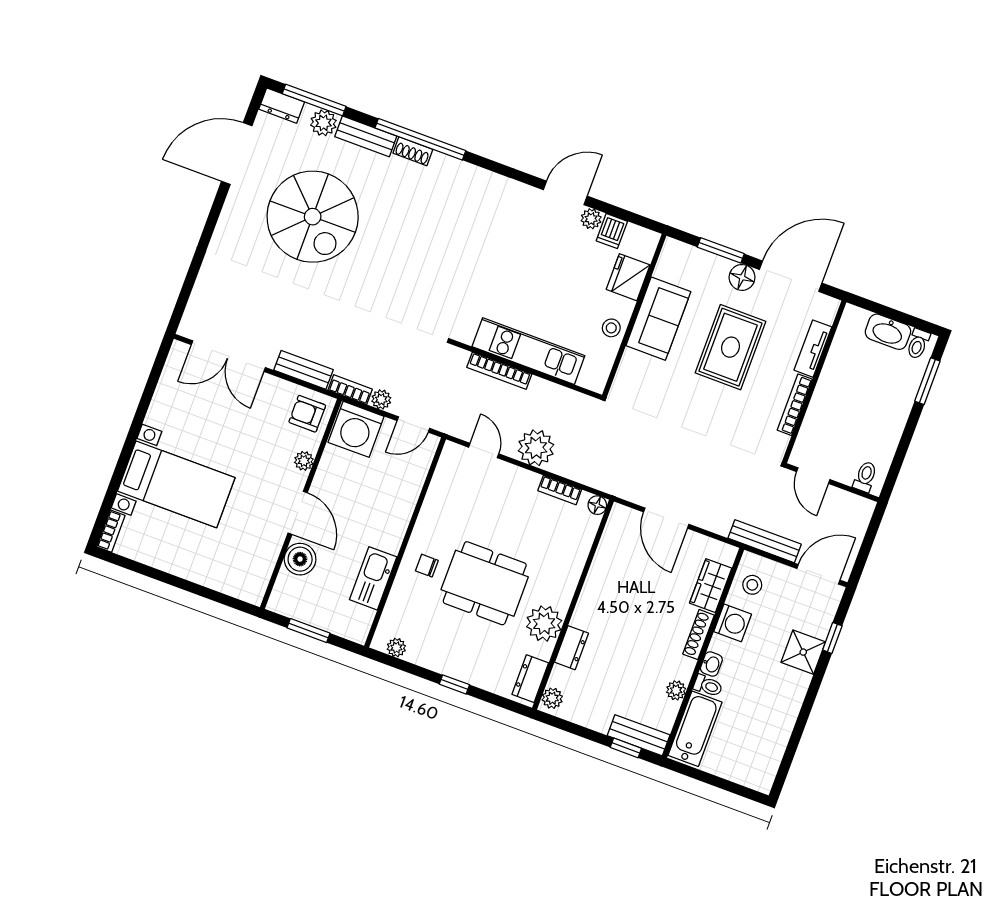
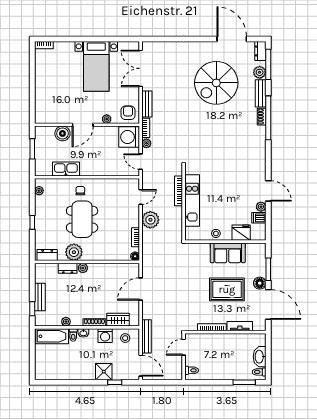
bed with nightstands: (176, 484) -> (96, 66), moved
plant: (552, 698) -> (83, 268), moved
bench: (639, 735) -> (40, 297), moved

